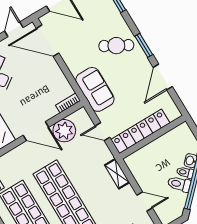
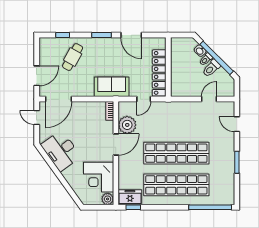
cafe table: (116, 46) -> (73, 57), moved
shelving: (117, 174) -> (179, 106), removed

